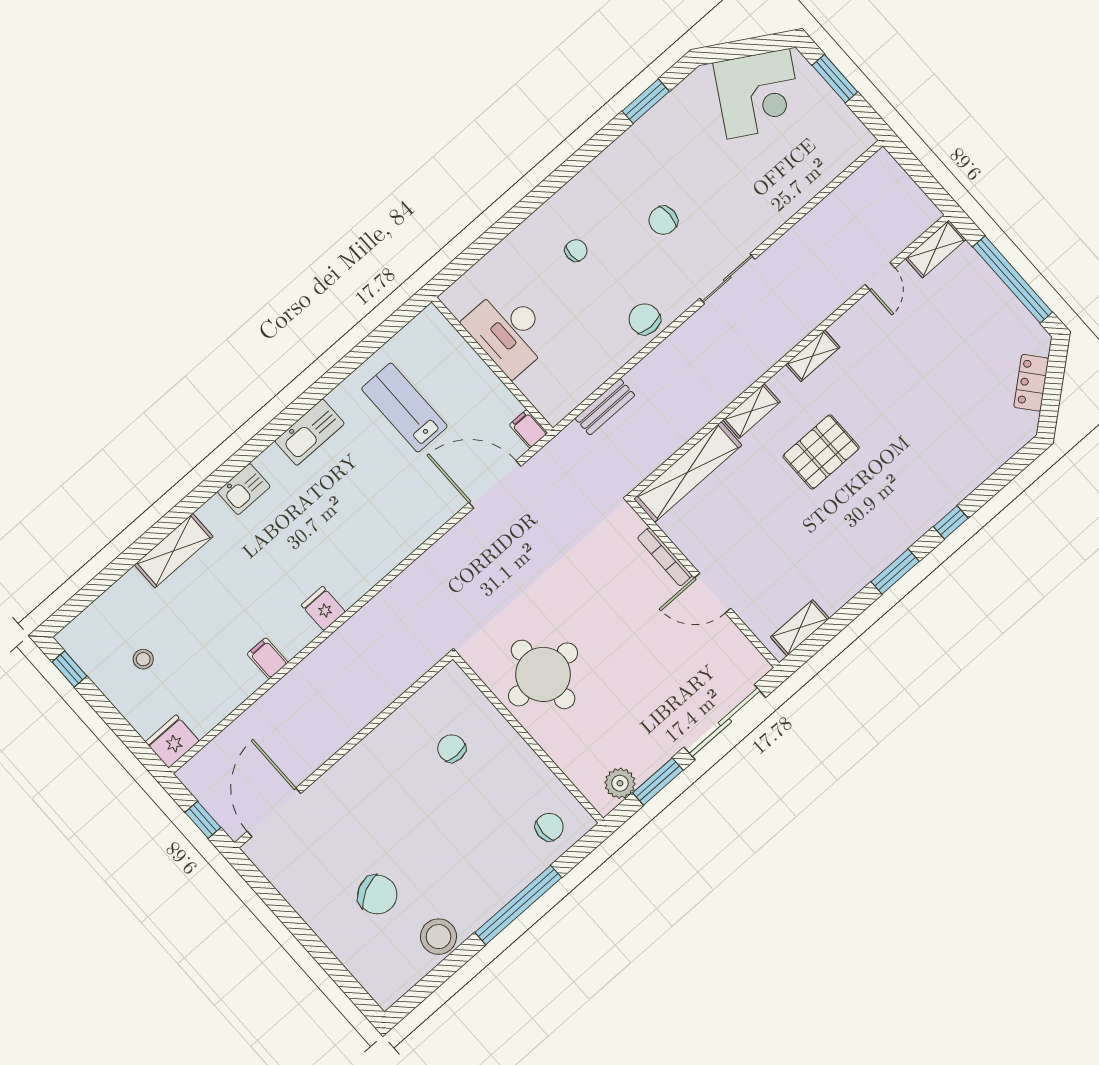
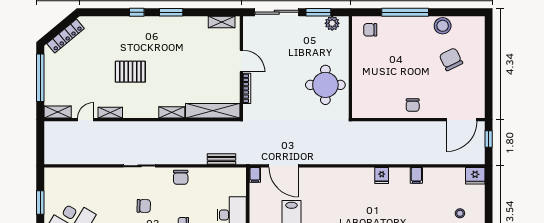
shelving: (813, 356) -> (110, 113), moved
locker: (1031, 383) -> (66, 36), width x1.53
pallet: (821, 452) -> (130, 72), moved
chair: (452, 748) -> (413, 105), moved

